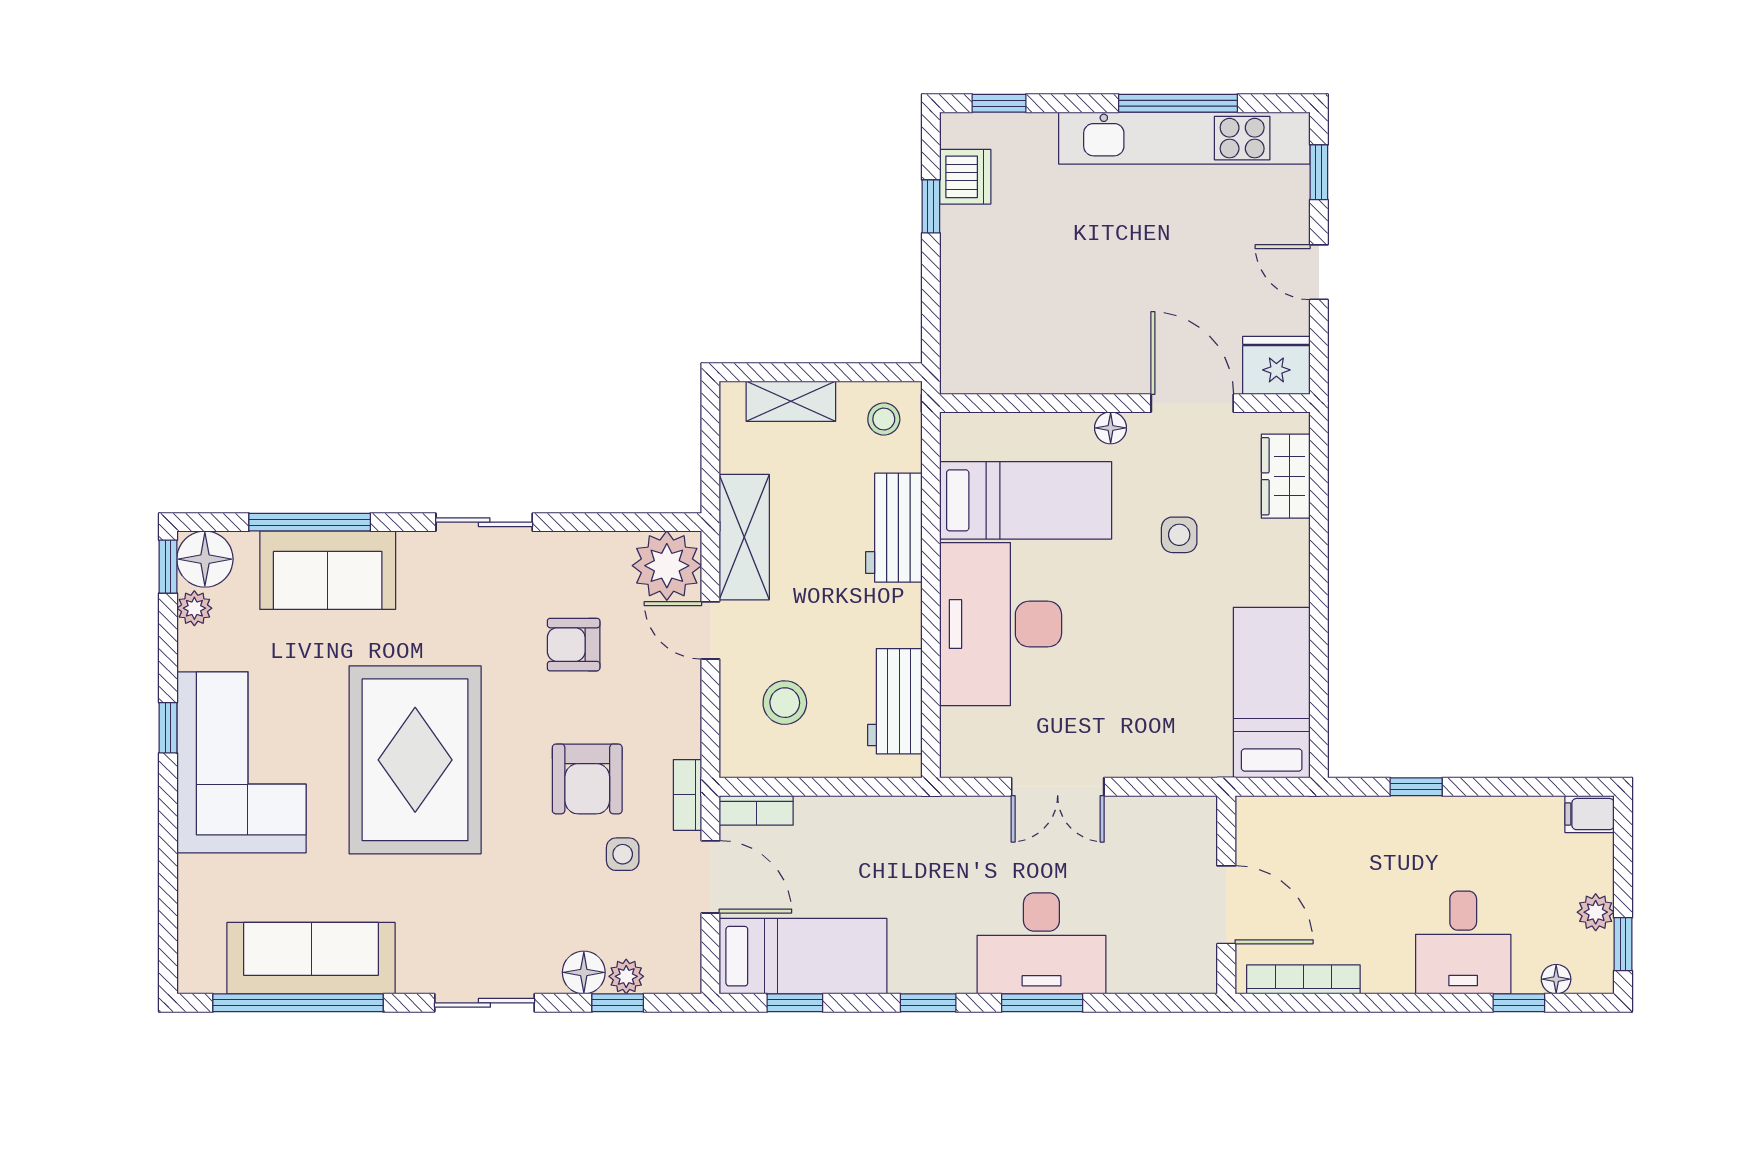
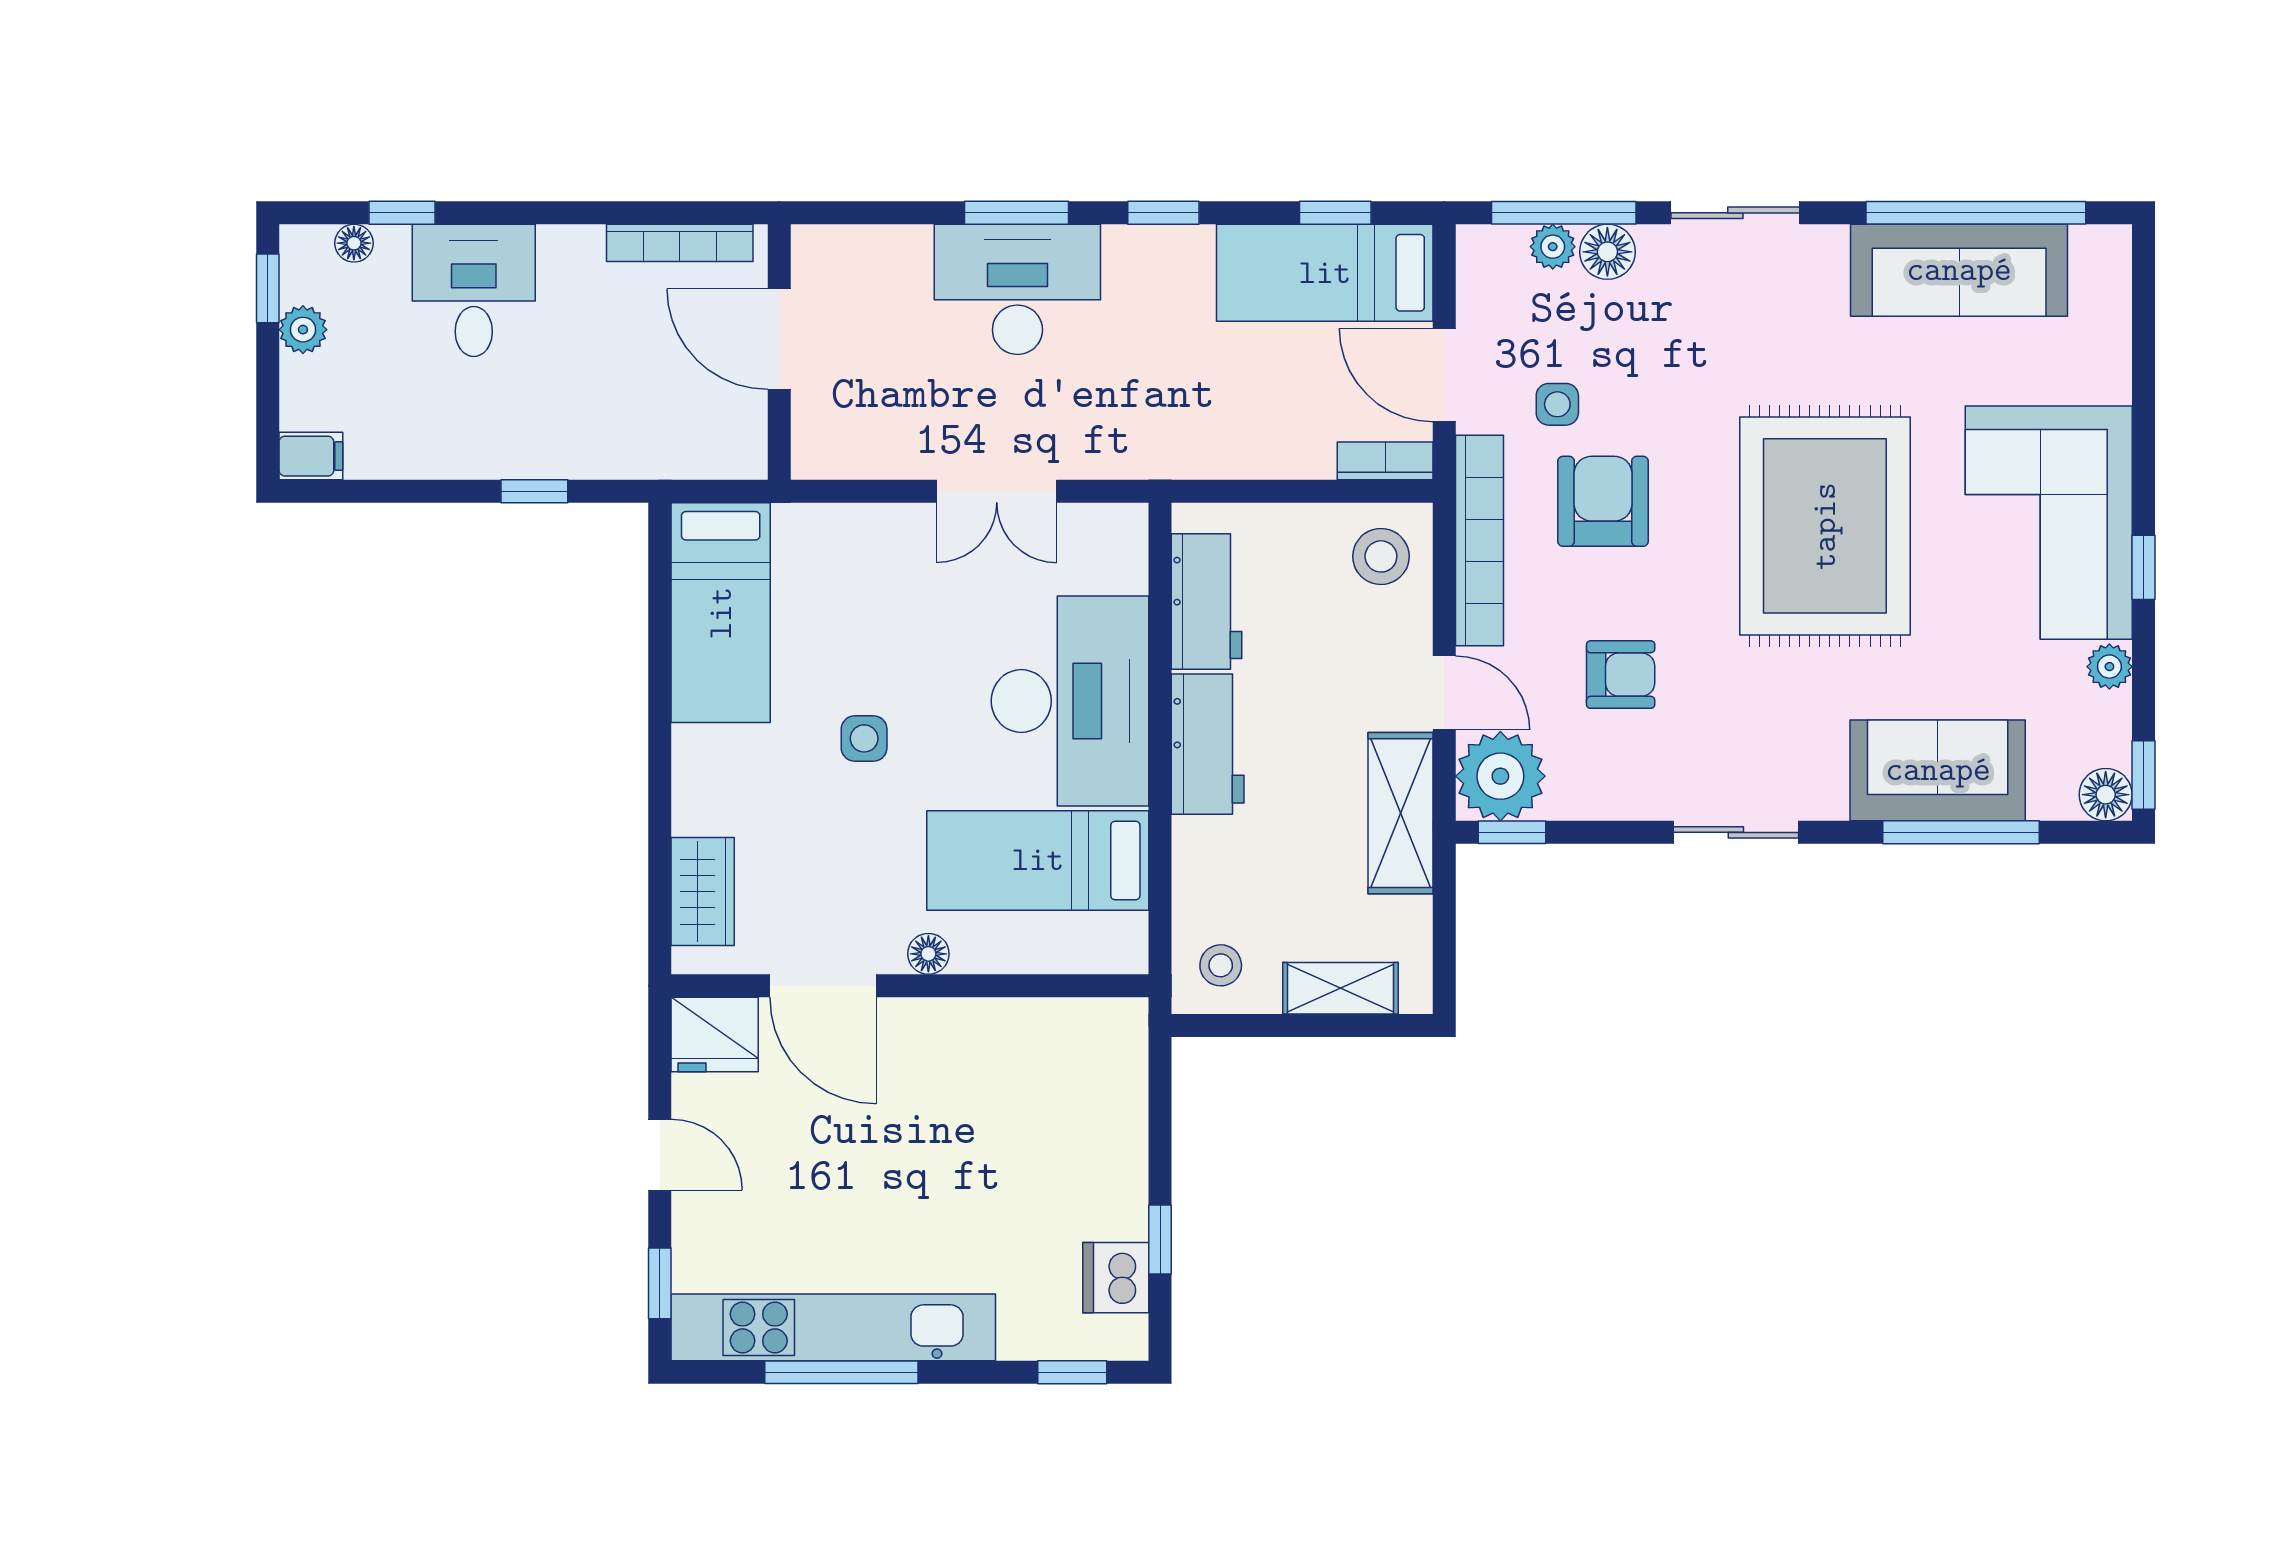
window: (658, 522) -> (1512, 832), added
workbench: (894, 528) -> (1208, 744), moved
side table: (1179, 535) -> (864, 738), moved
floor lamp: (205, 559) -> (2106, 795), width x0.73, depth x0.73
plant: (194, 608) -> (2109, 667), moved
stool: (785, 703) -> (1381, 556), moved
double door: (1058, 787) -> (997, 491), swing flipped
bookcase: (687, 795) -> (1480, 541), width x2.31, depth x1.31
window: (618, 1003) -> (1564, 213), width x2.17

